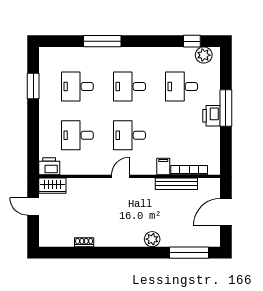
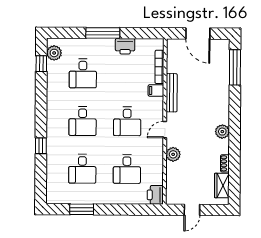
window: (102, 41) -> (41, 146), width x0.46
printer: (211, 116) -> (125, 46), moved
door: (121, 176) -> (165, 130), hinge flipped
bench: (176, 184) -> (172, 93), moved
wardrobe: (52, 186) -> (222, 185), moved, turned 180
plant: (94, 186) -> (173, 154), added
plant: (152, 239) -> (222, 132), moved

